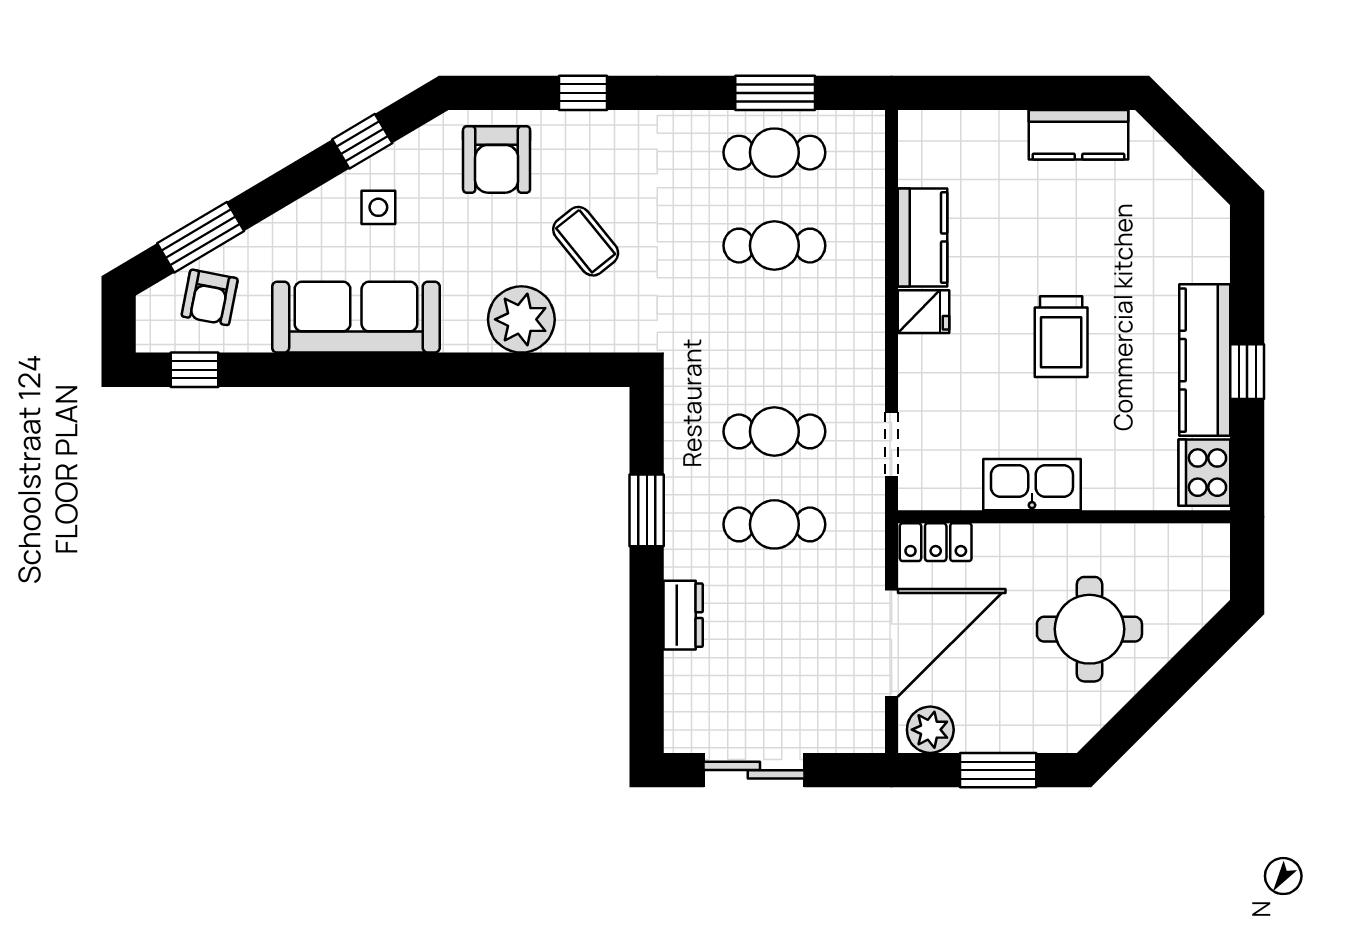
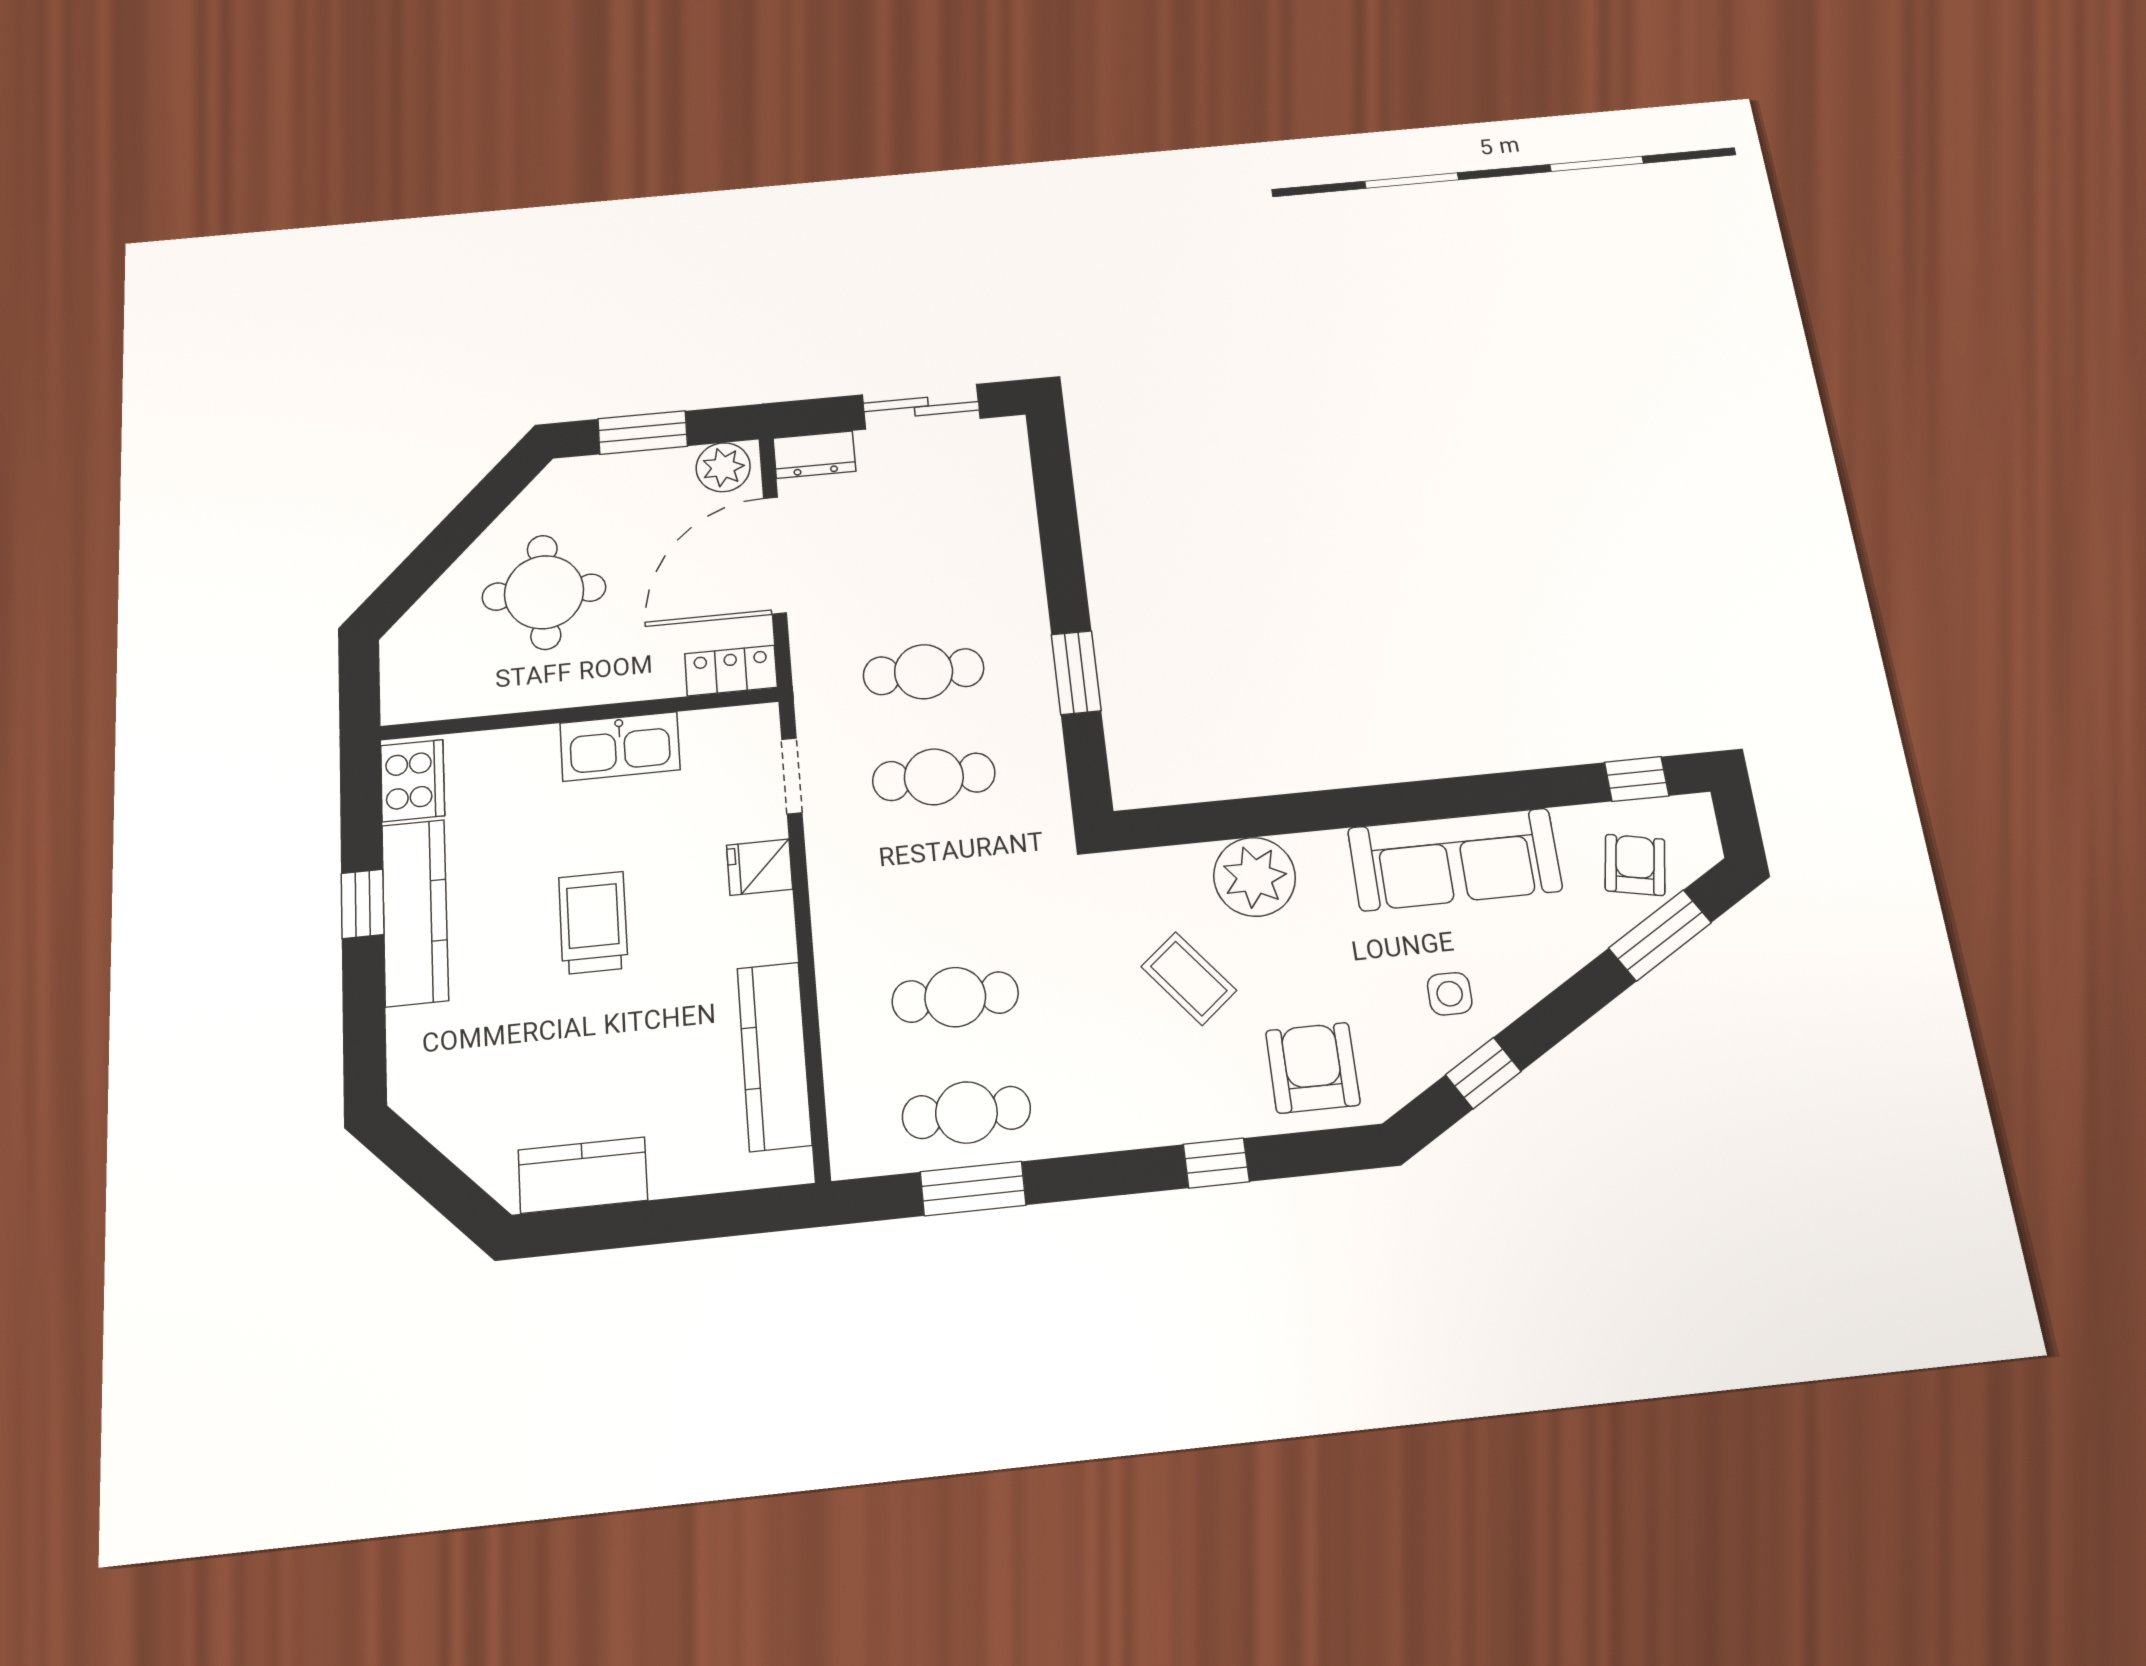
kitchen counter: (923, 238) -> (774, 1056), width x1.50
fridge: (923, 312) -> (760, 867), moved
dresser: (683, 615) -> (814, 455), moved, turned -90

